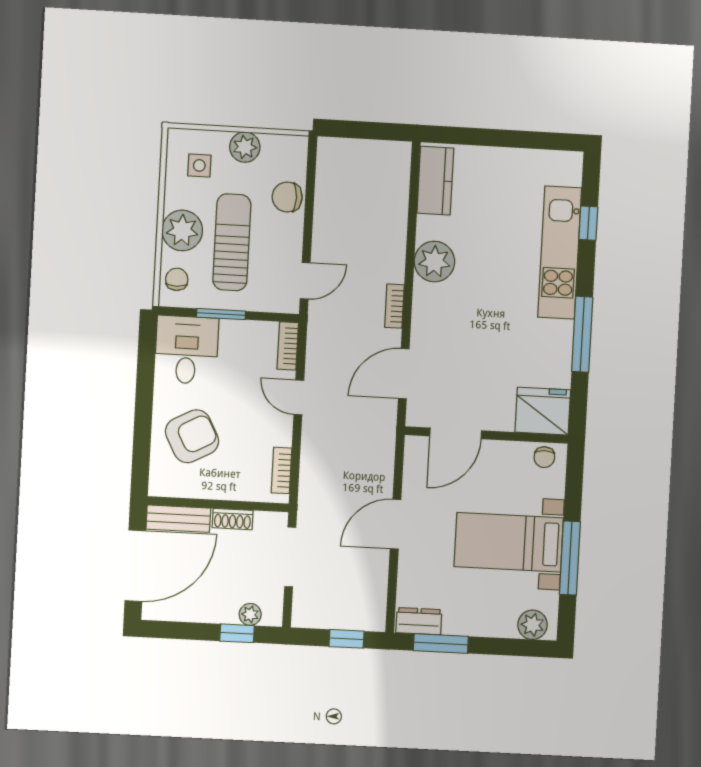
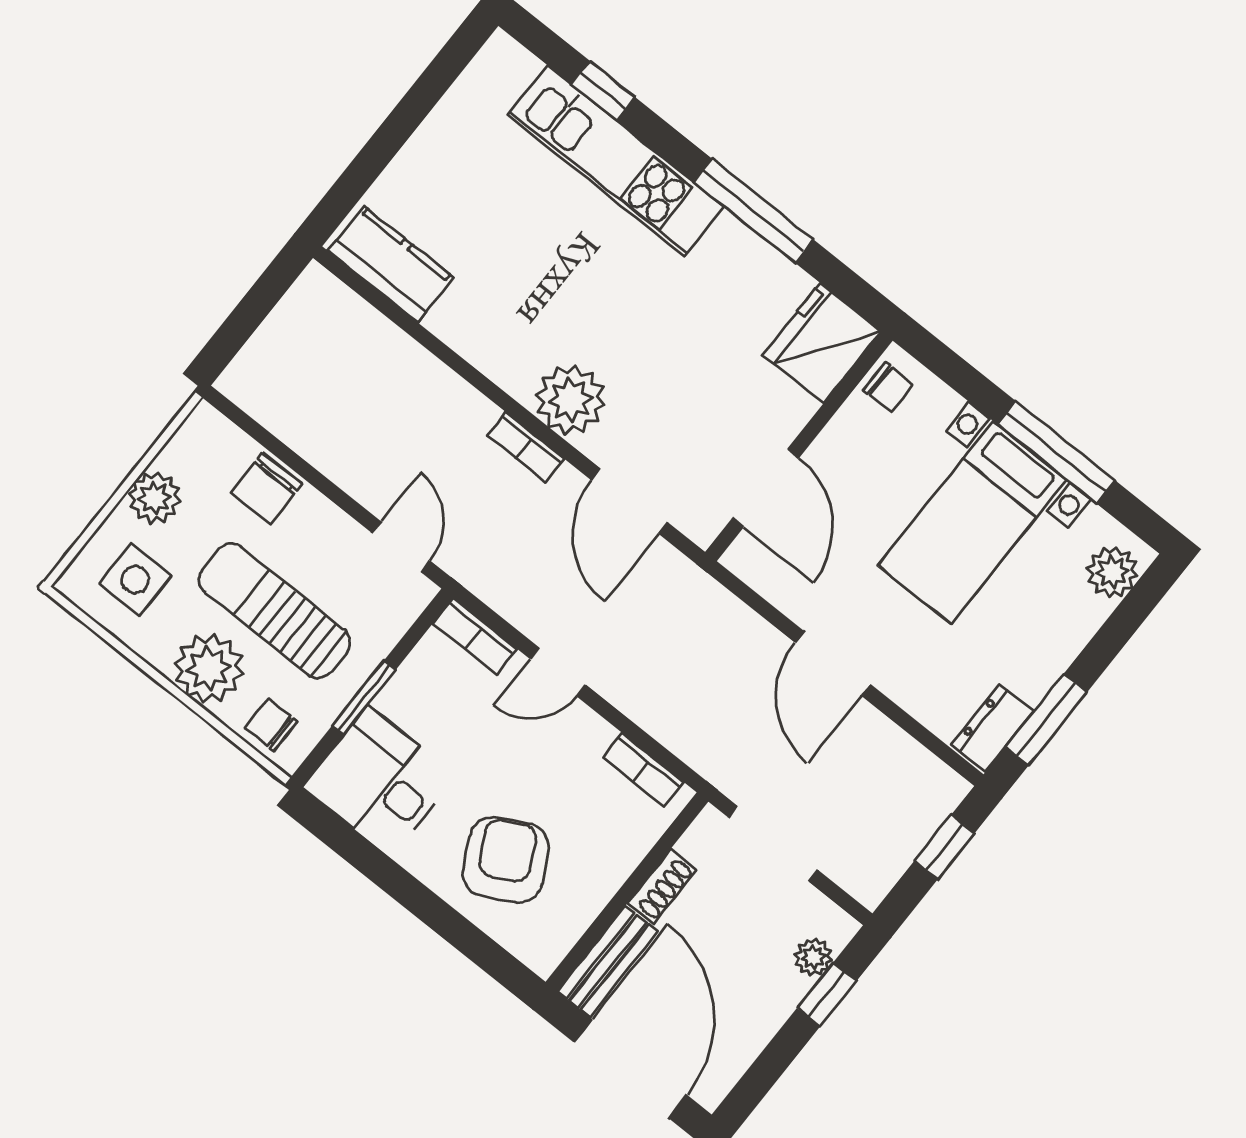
side table: (199, 165) -> (135, 580), width x1.37, depth x1.37
plant: (434, 262) -> (570, 400), moved

